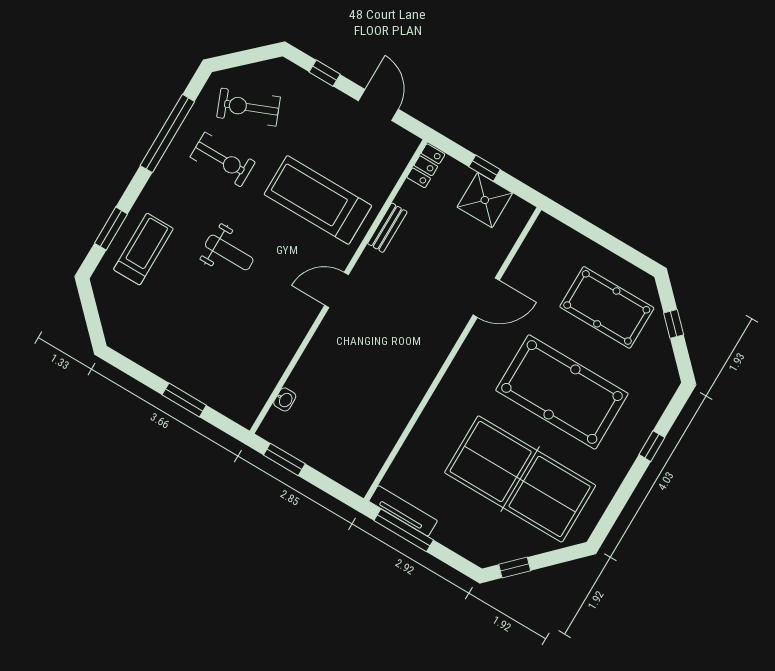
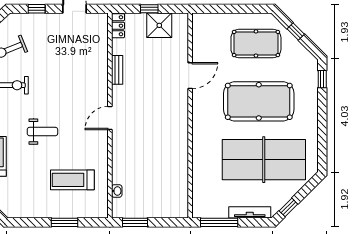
treadmill: (318, 200) -> (72, 180), moved, width x0.73, depth x0.73
window: (652, 446) -> (322, 79), moved
tv unit: (403, 511) -> (250, 212), moved

